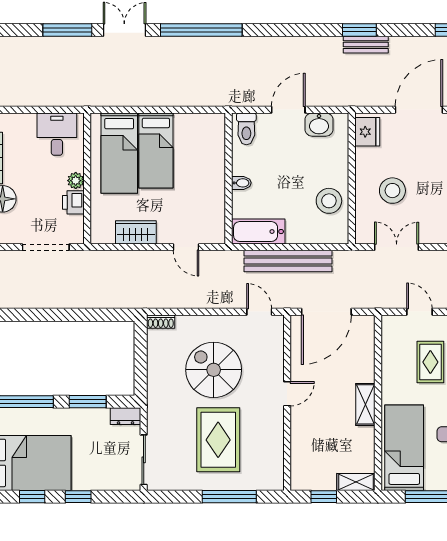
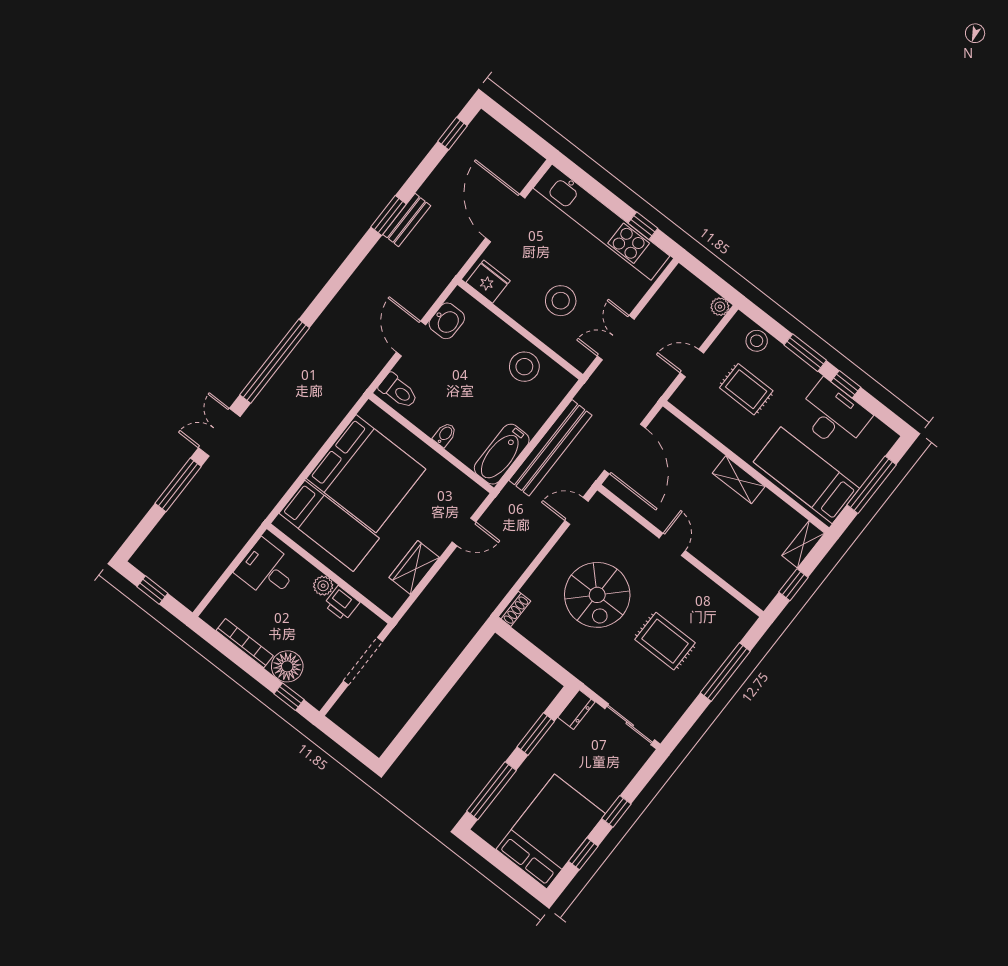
bed: (156, 151) -> (366, 474), width x2.04
spiral stairs: (214, 370) -> (597, 595), turned -90
rug: (218, 440) -> (665, 641), width x0.73, depth x0.70

